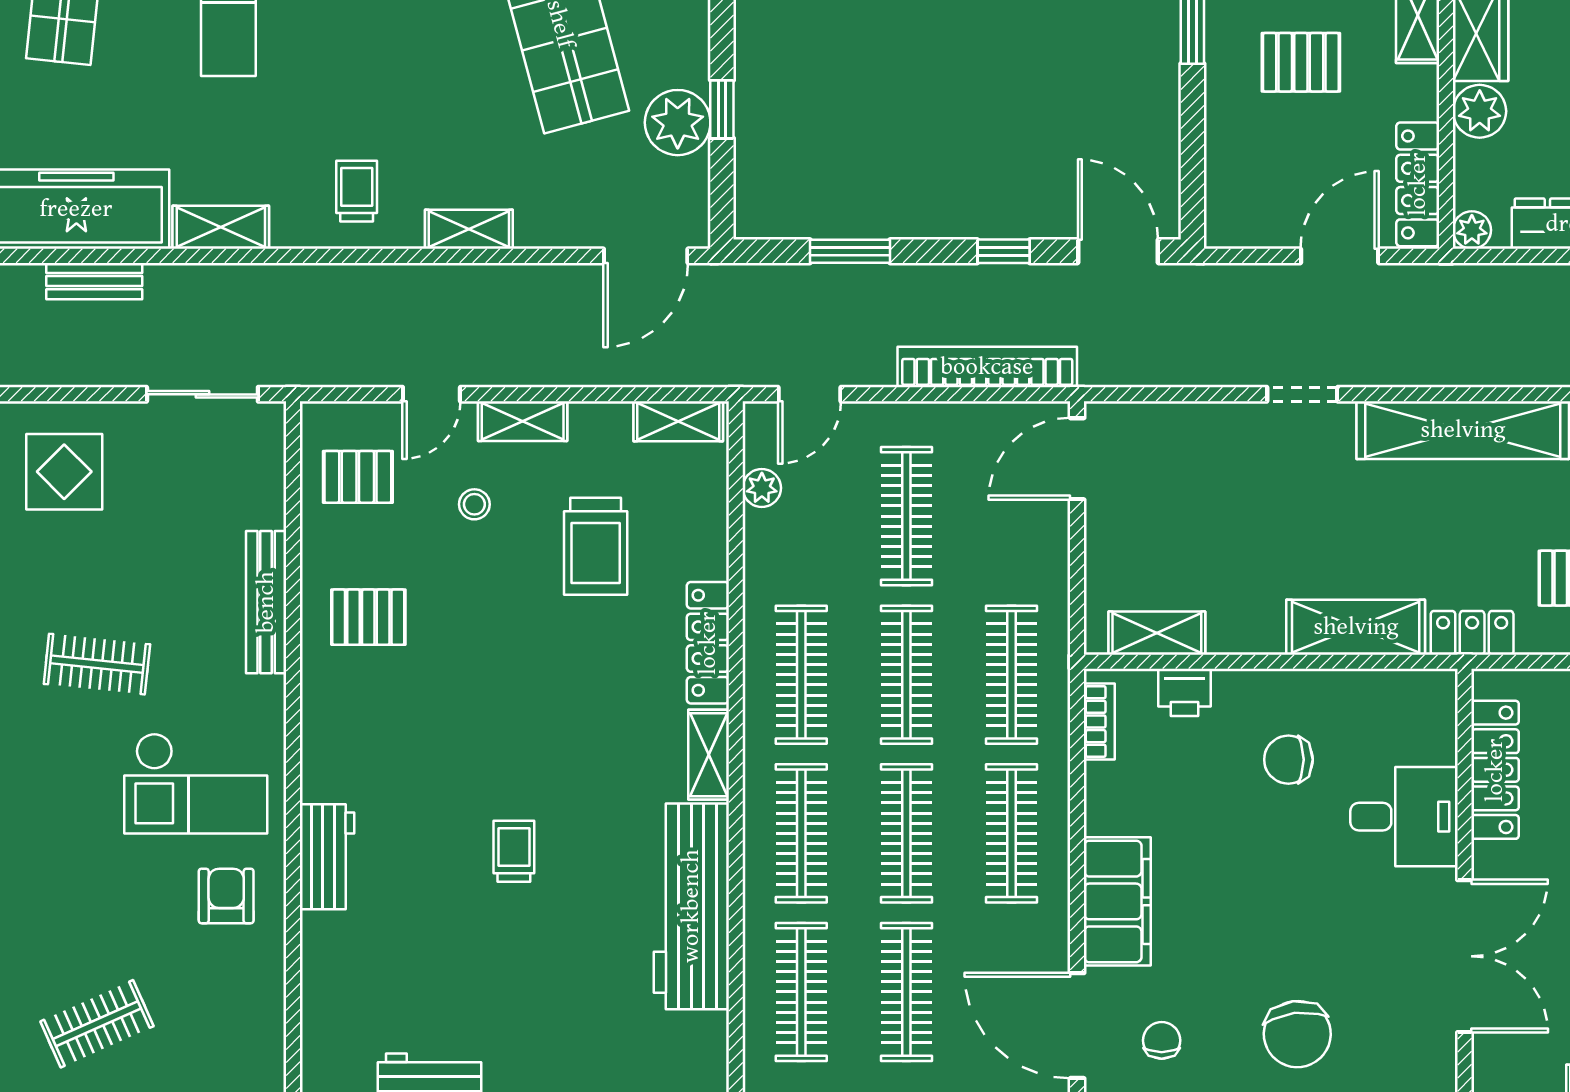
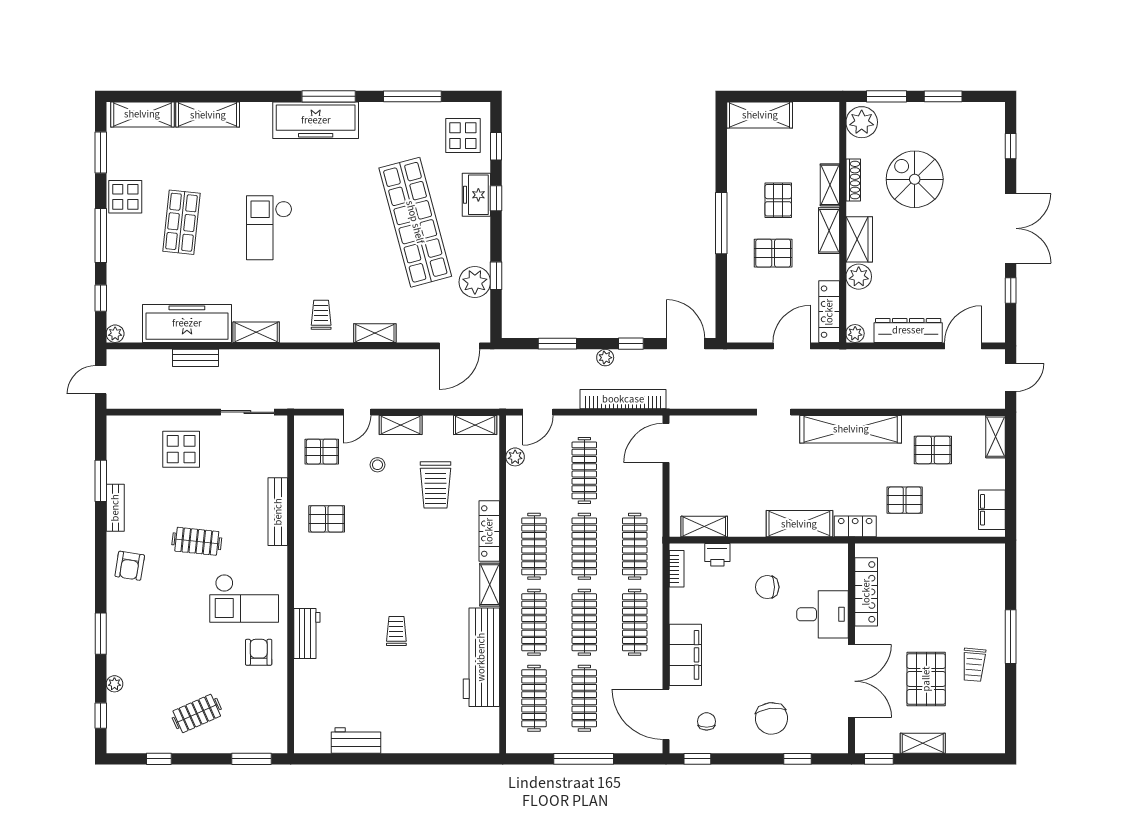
plant: (950, 280) -> (605, 358), added

